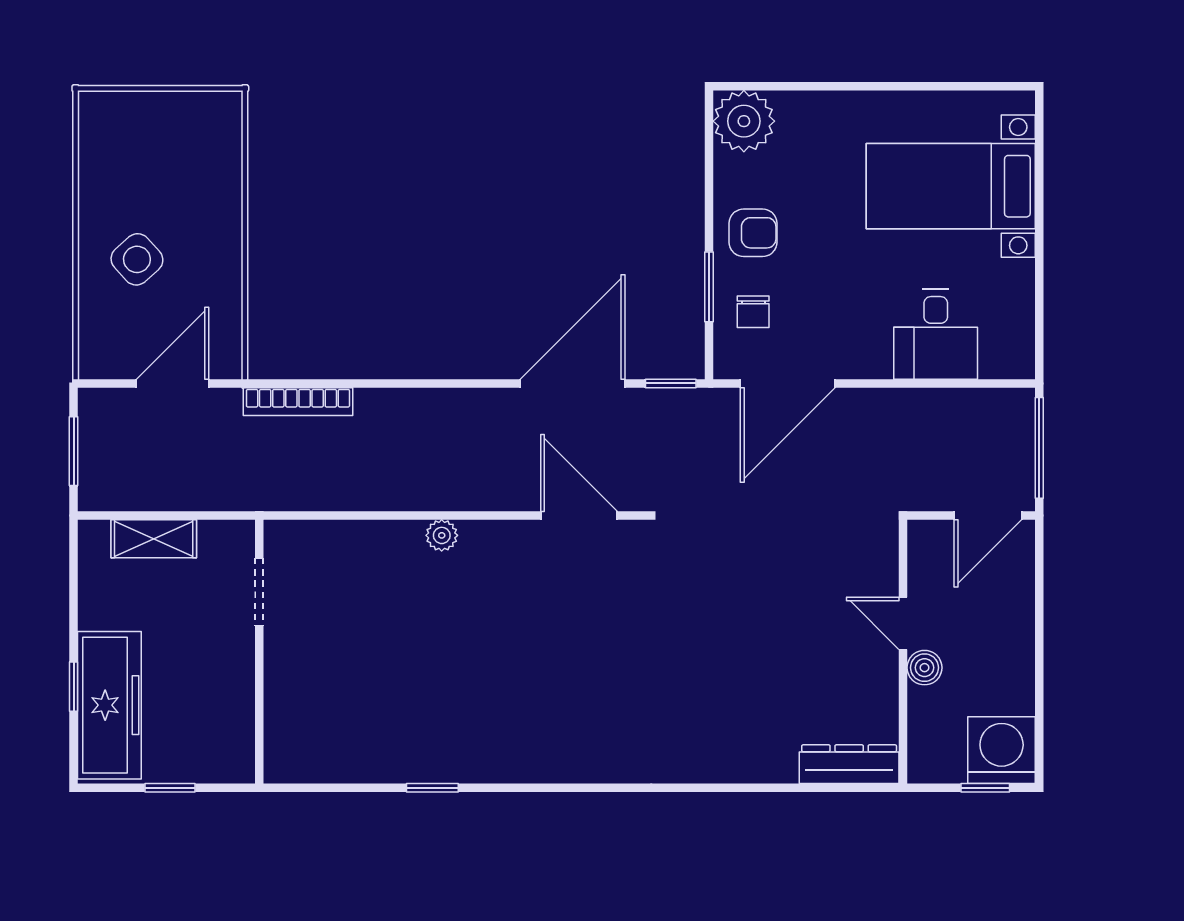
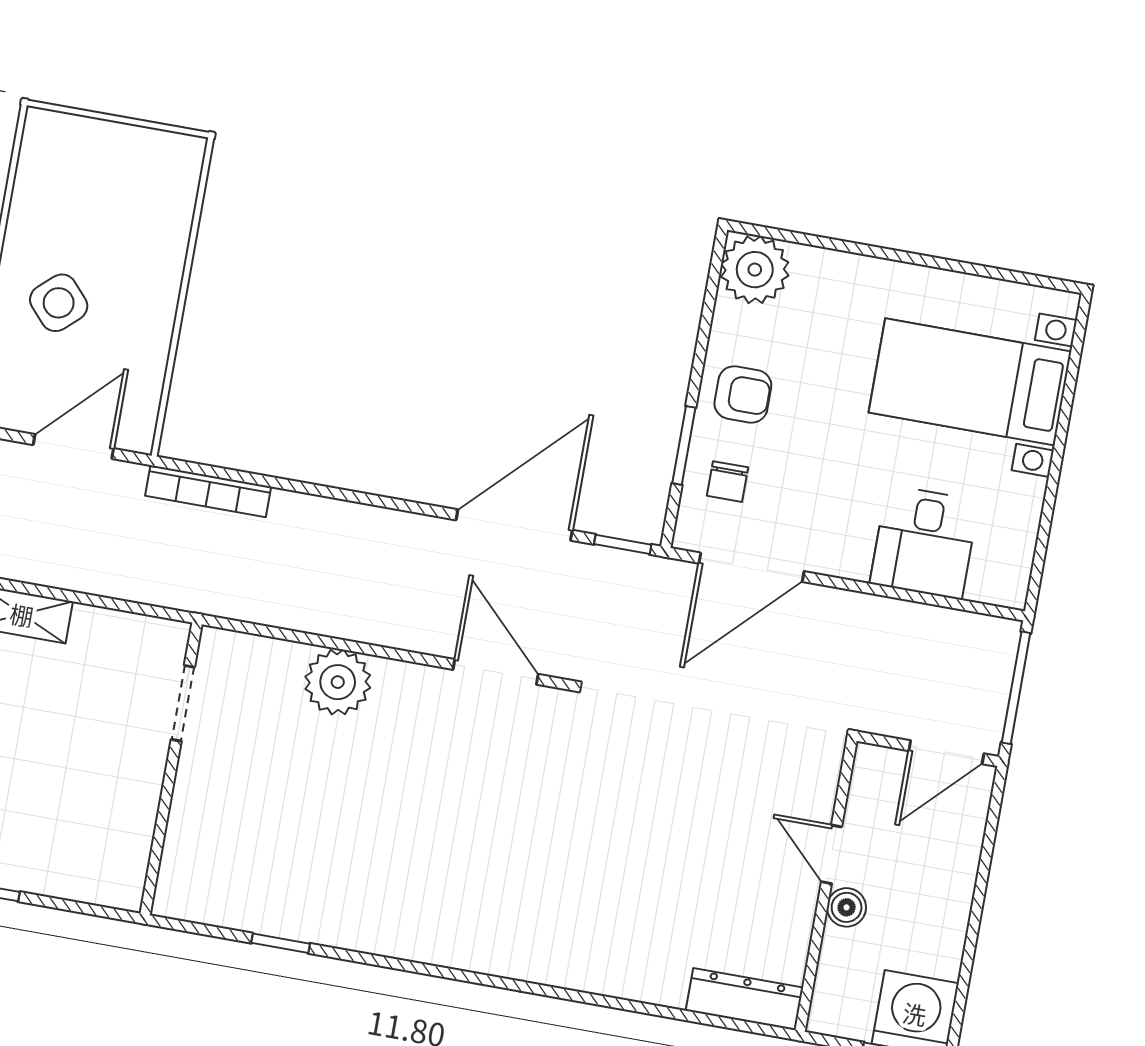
plant: (442, 535) -> (338, 682), width x1.87, depth x1.87
doorway: (259, 592) -> (183, 703), moved
wall: (259, 652) -> (171, 769), moved

